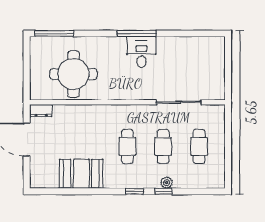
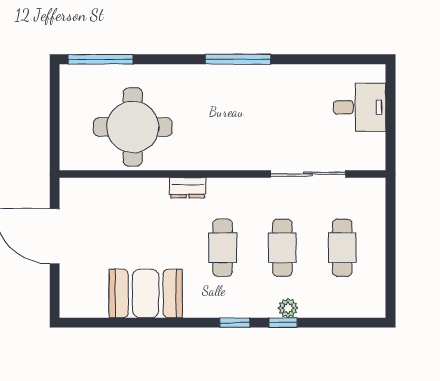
desk: (141, 52) -> (360, 107), moved, turned 90
dresser: (41, 111) -> (188, 188), moved

